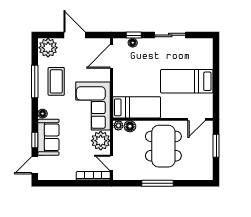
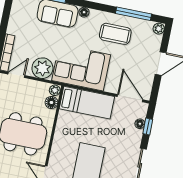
plant: (48, 48) -> (159, 29), width x0.53, depth x0.53
window: (35, 81) -> (134, 14), moved
bed: (137, 107) -> (87, 103), moved, turned -90

